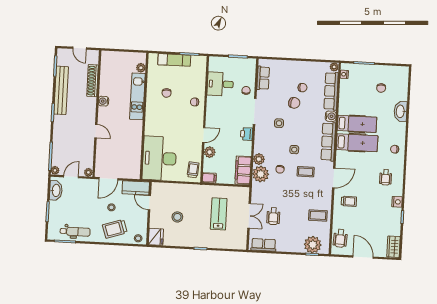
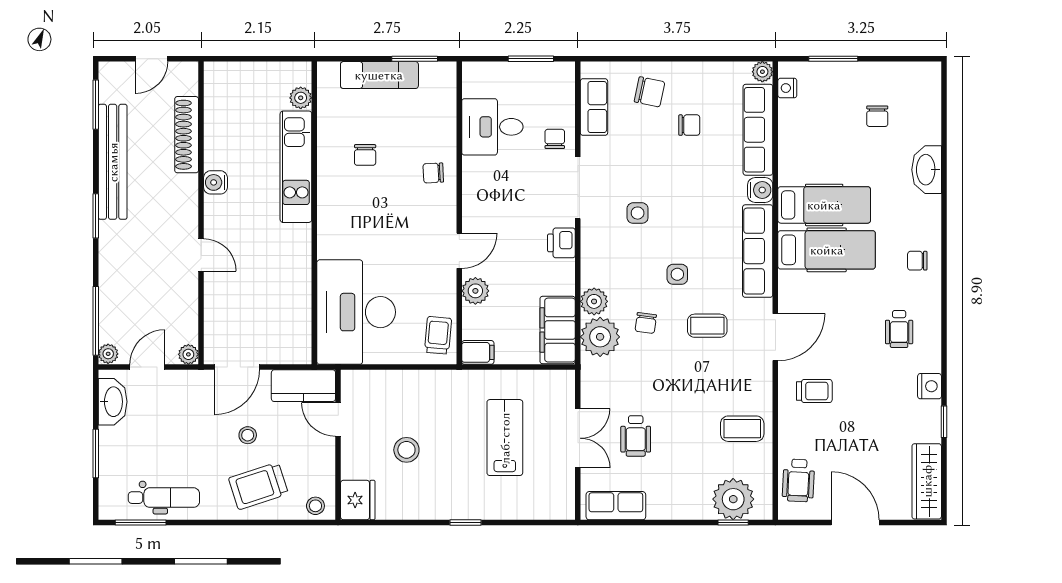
door: (80, 48) -> (152, 59), hinge flipped
chair: (294, 103) -> (650, 92), moved
wardrobe: (394, 247) -> (927, 481), width x1.50

